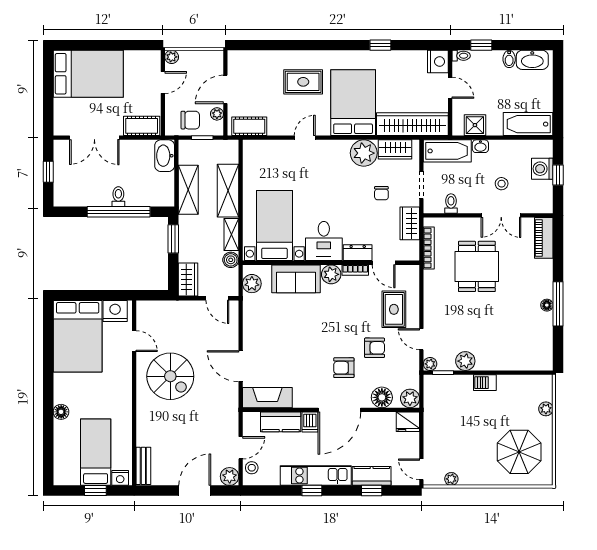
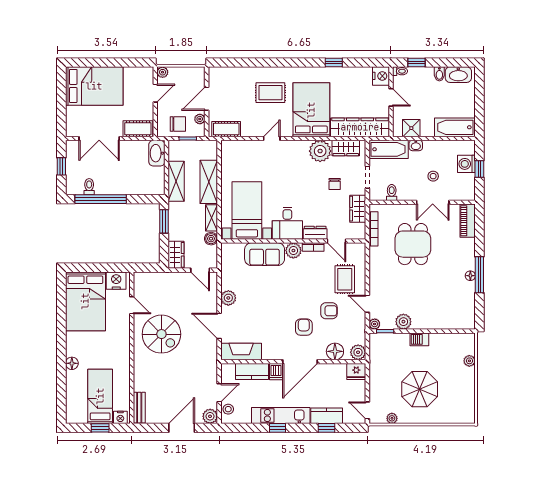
toilet: (118, 197) -> (89, 187), moved
window: (119, 212) -> (101, 199), moved
plant: (252, 284) -> (228, 298), moved
armchair: (344, 368) -> (304, 327), turned 90
parasol: (519, 452) -> (420, 389), moved

